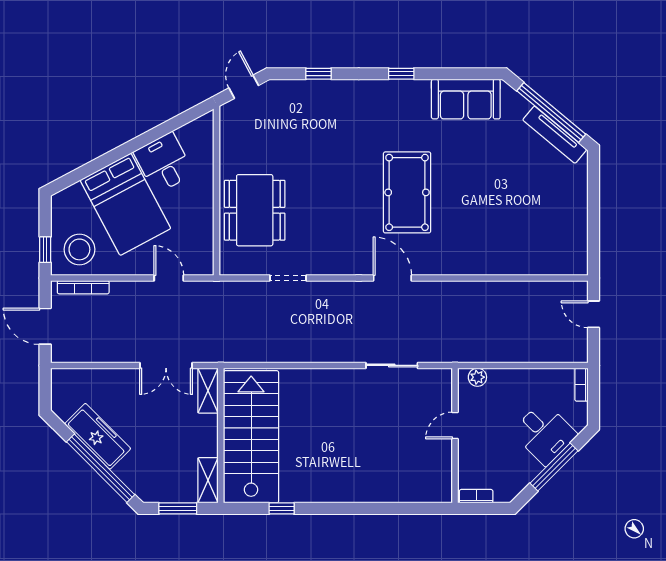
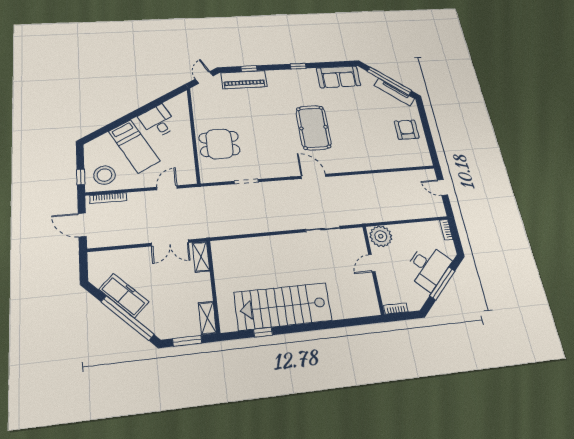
piano: (307, 95) -> (244, 80), added
bed: (125, 204) -> (134, 146), width x0.67
armchair: (560, 207) -> (407, 130), added
dining table: (255, 210) -> (219, 144), width x0.73
door: (169, 278) -> (167, 188), hinge flipped
plant: (477, 377) -> (381, 236), width x1.88, depth x1.88
desk: (544, 433) -> (428, 267), width x1.37
stairs: (251, 437) -> (283, 306), moved, turned -90

